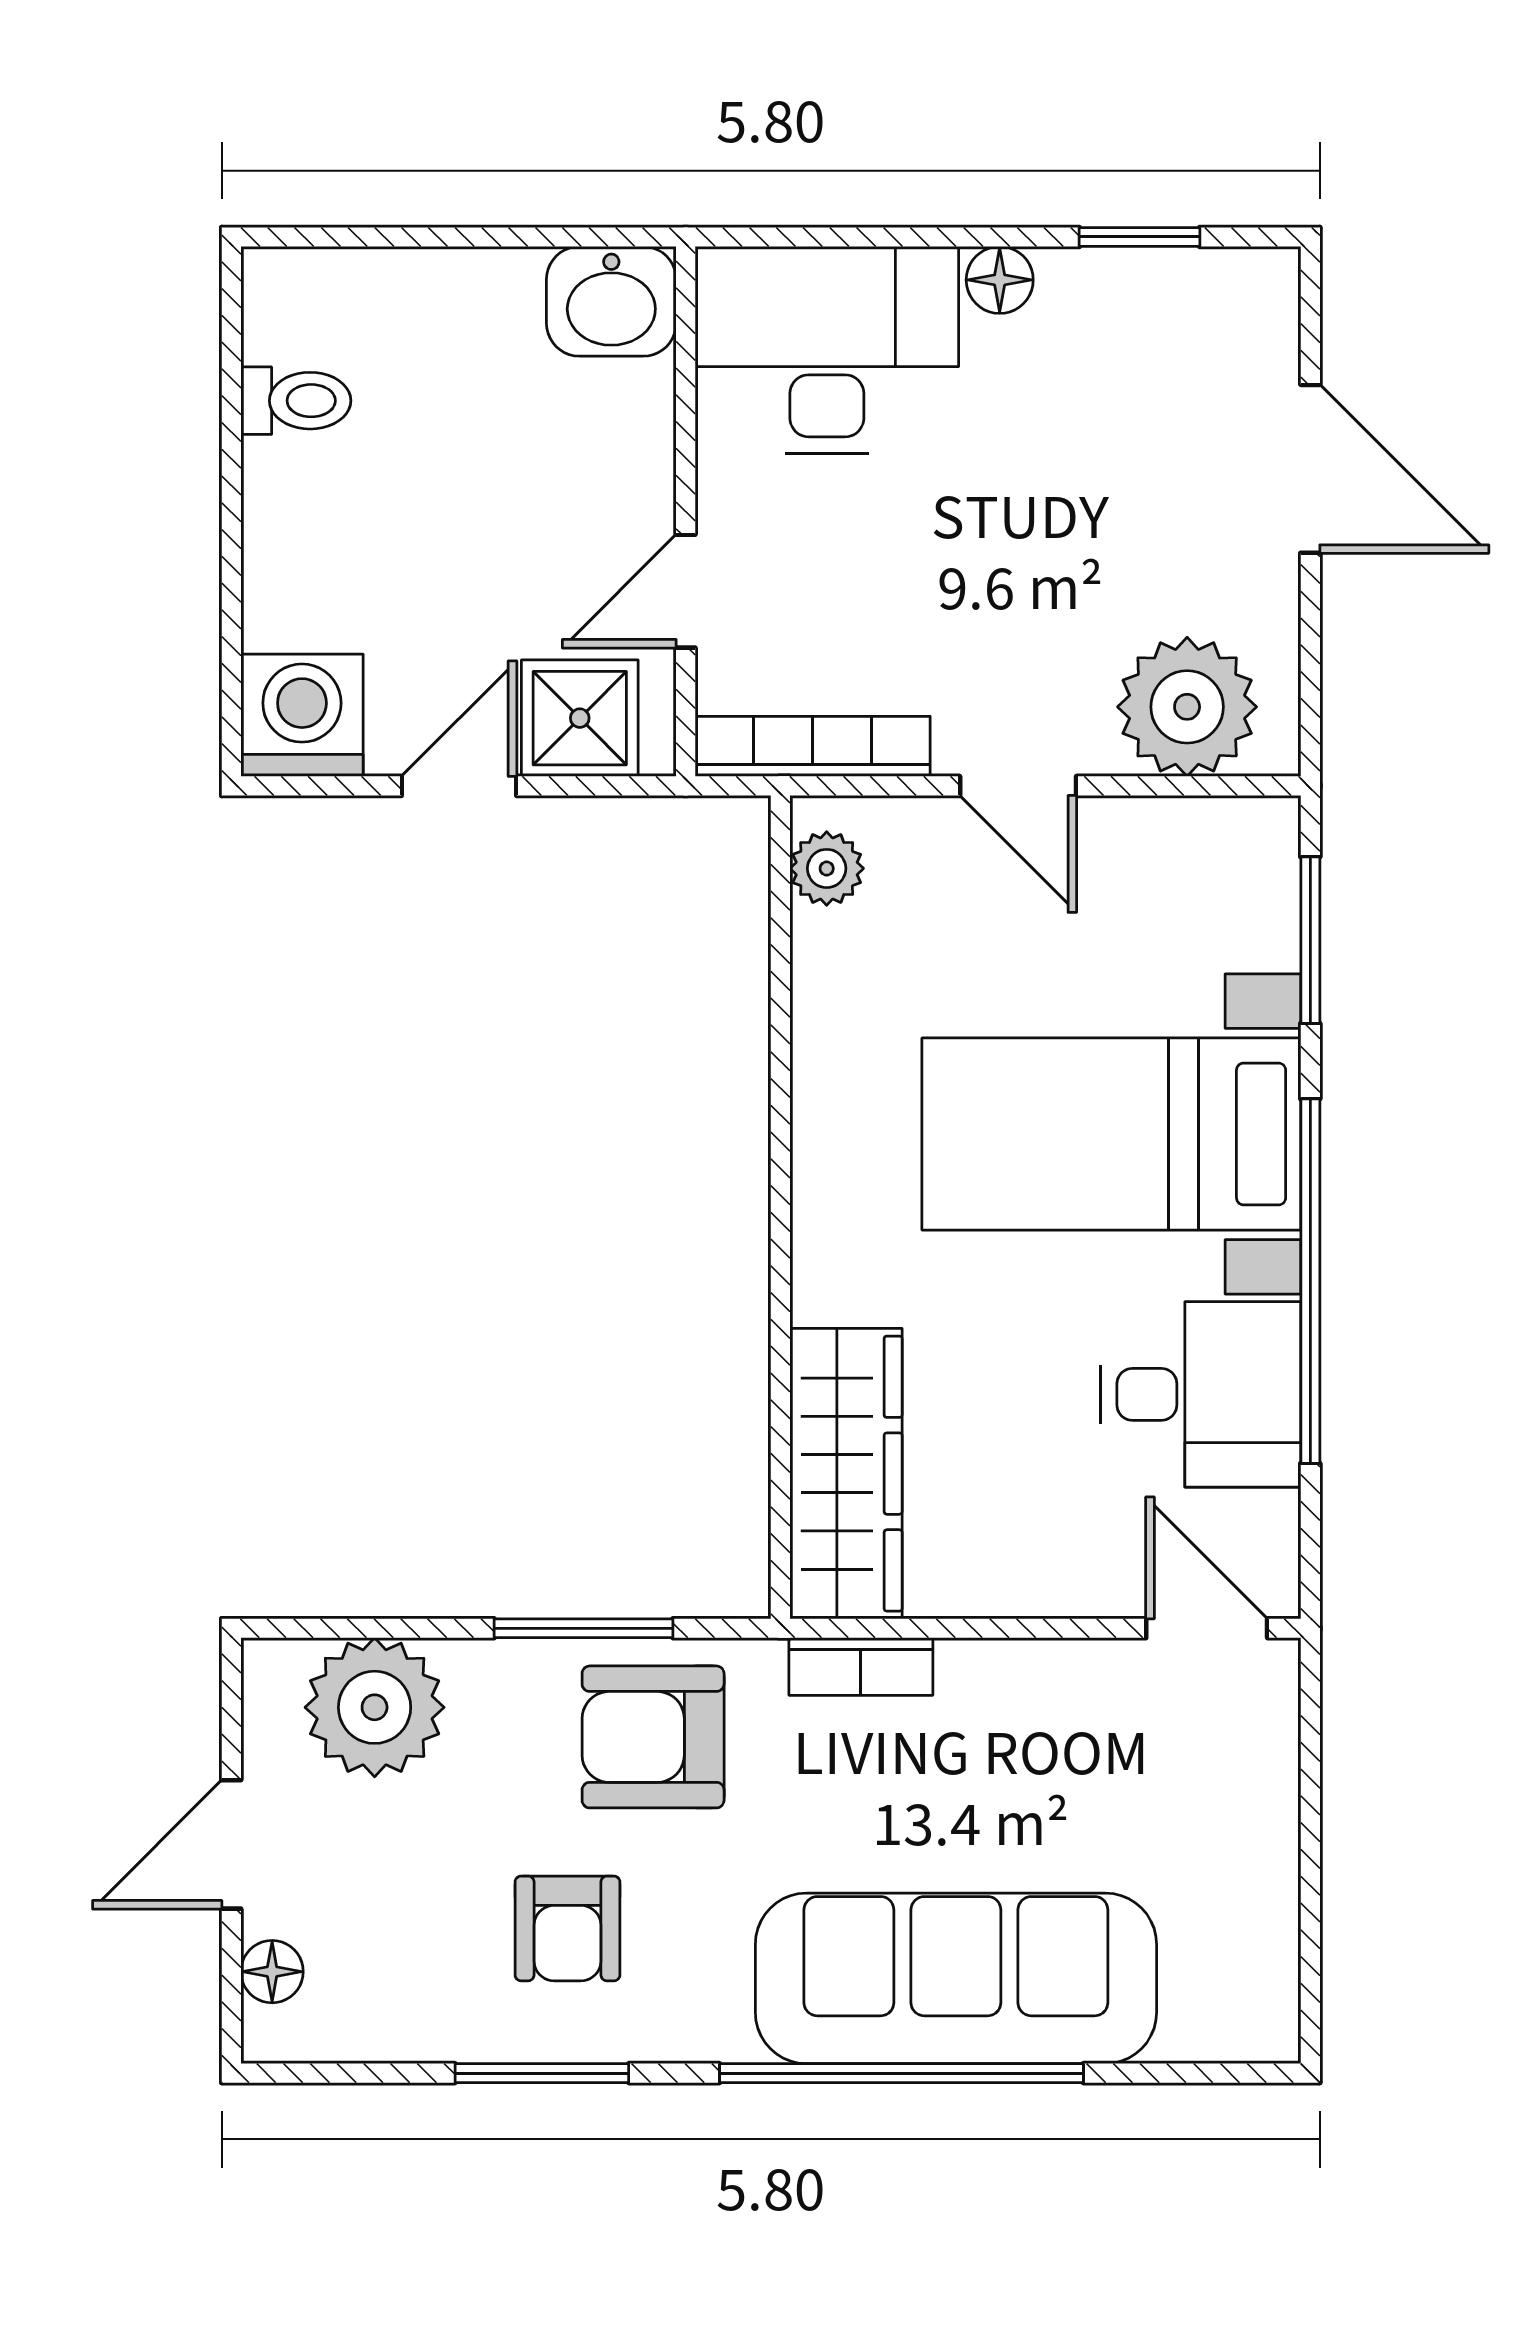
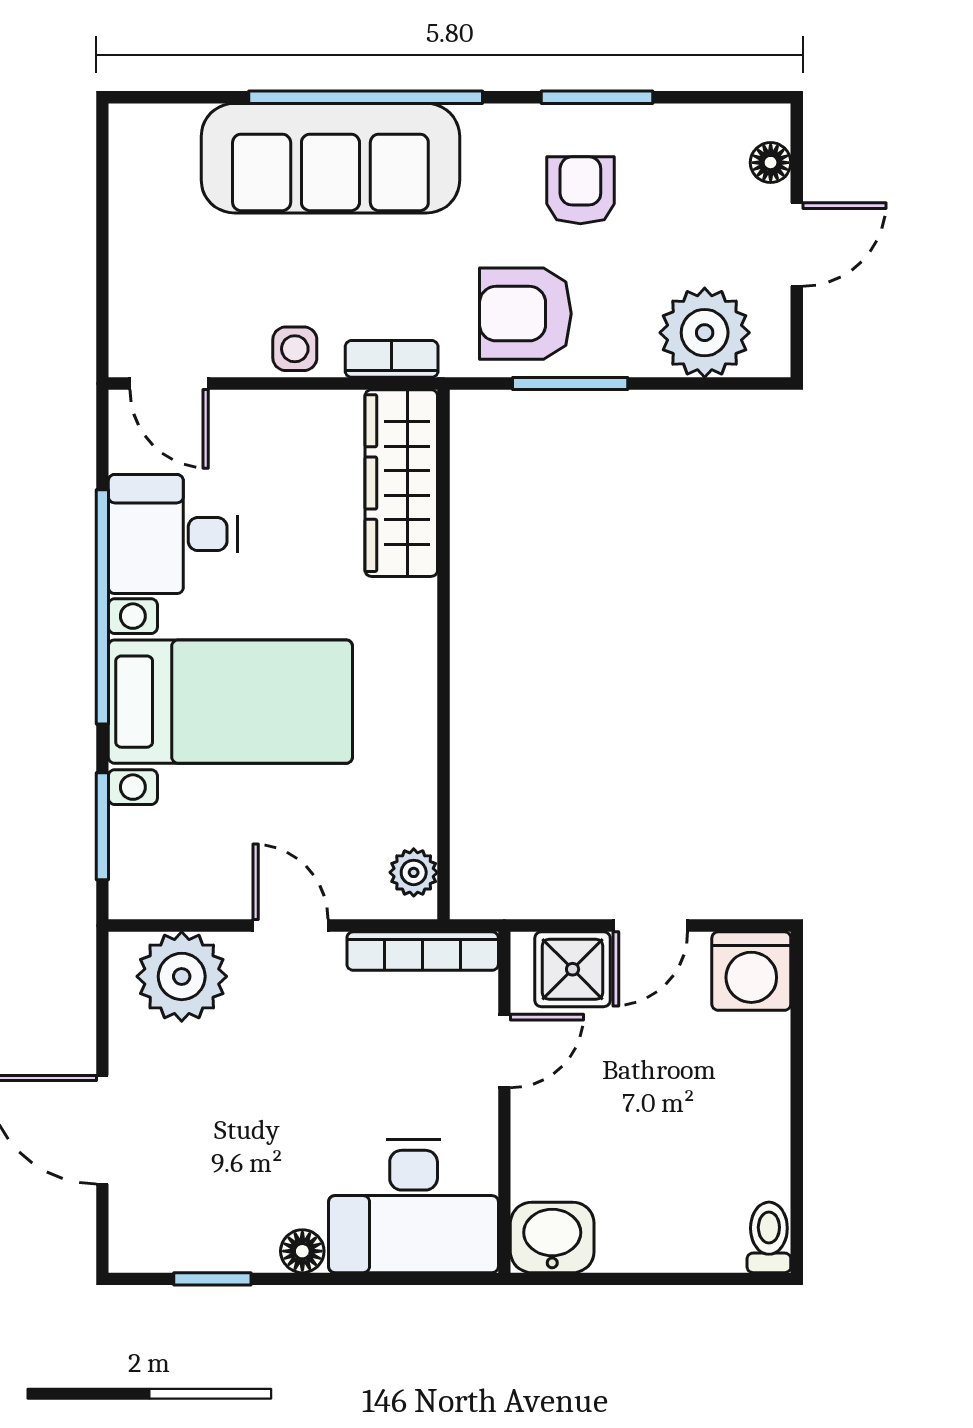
toilet: (296, 401) -> (769, 1237), moved, turned 90
side table: (1011, 1682) -> (295, 349), added
armchair: (653, 1737) -> (525, 314), turned 180

